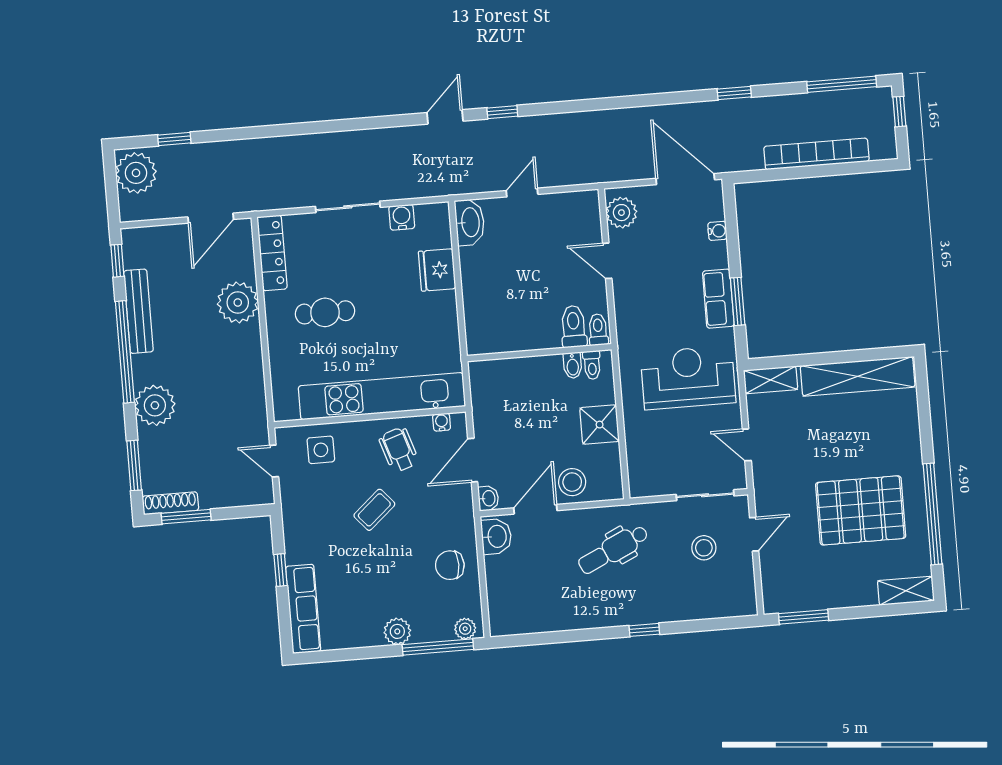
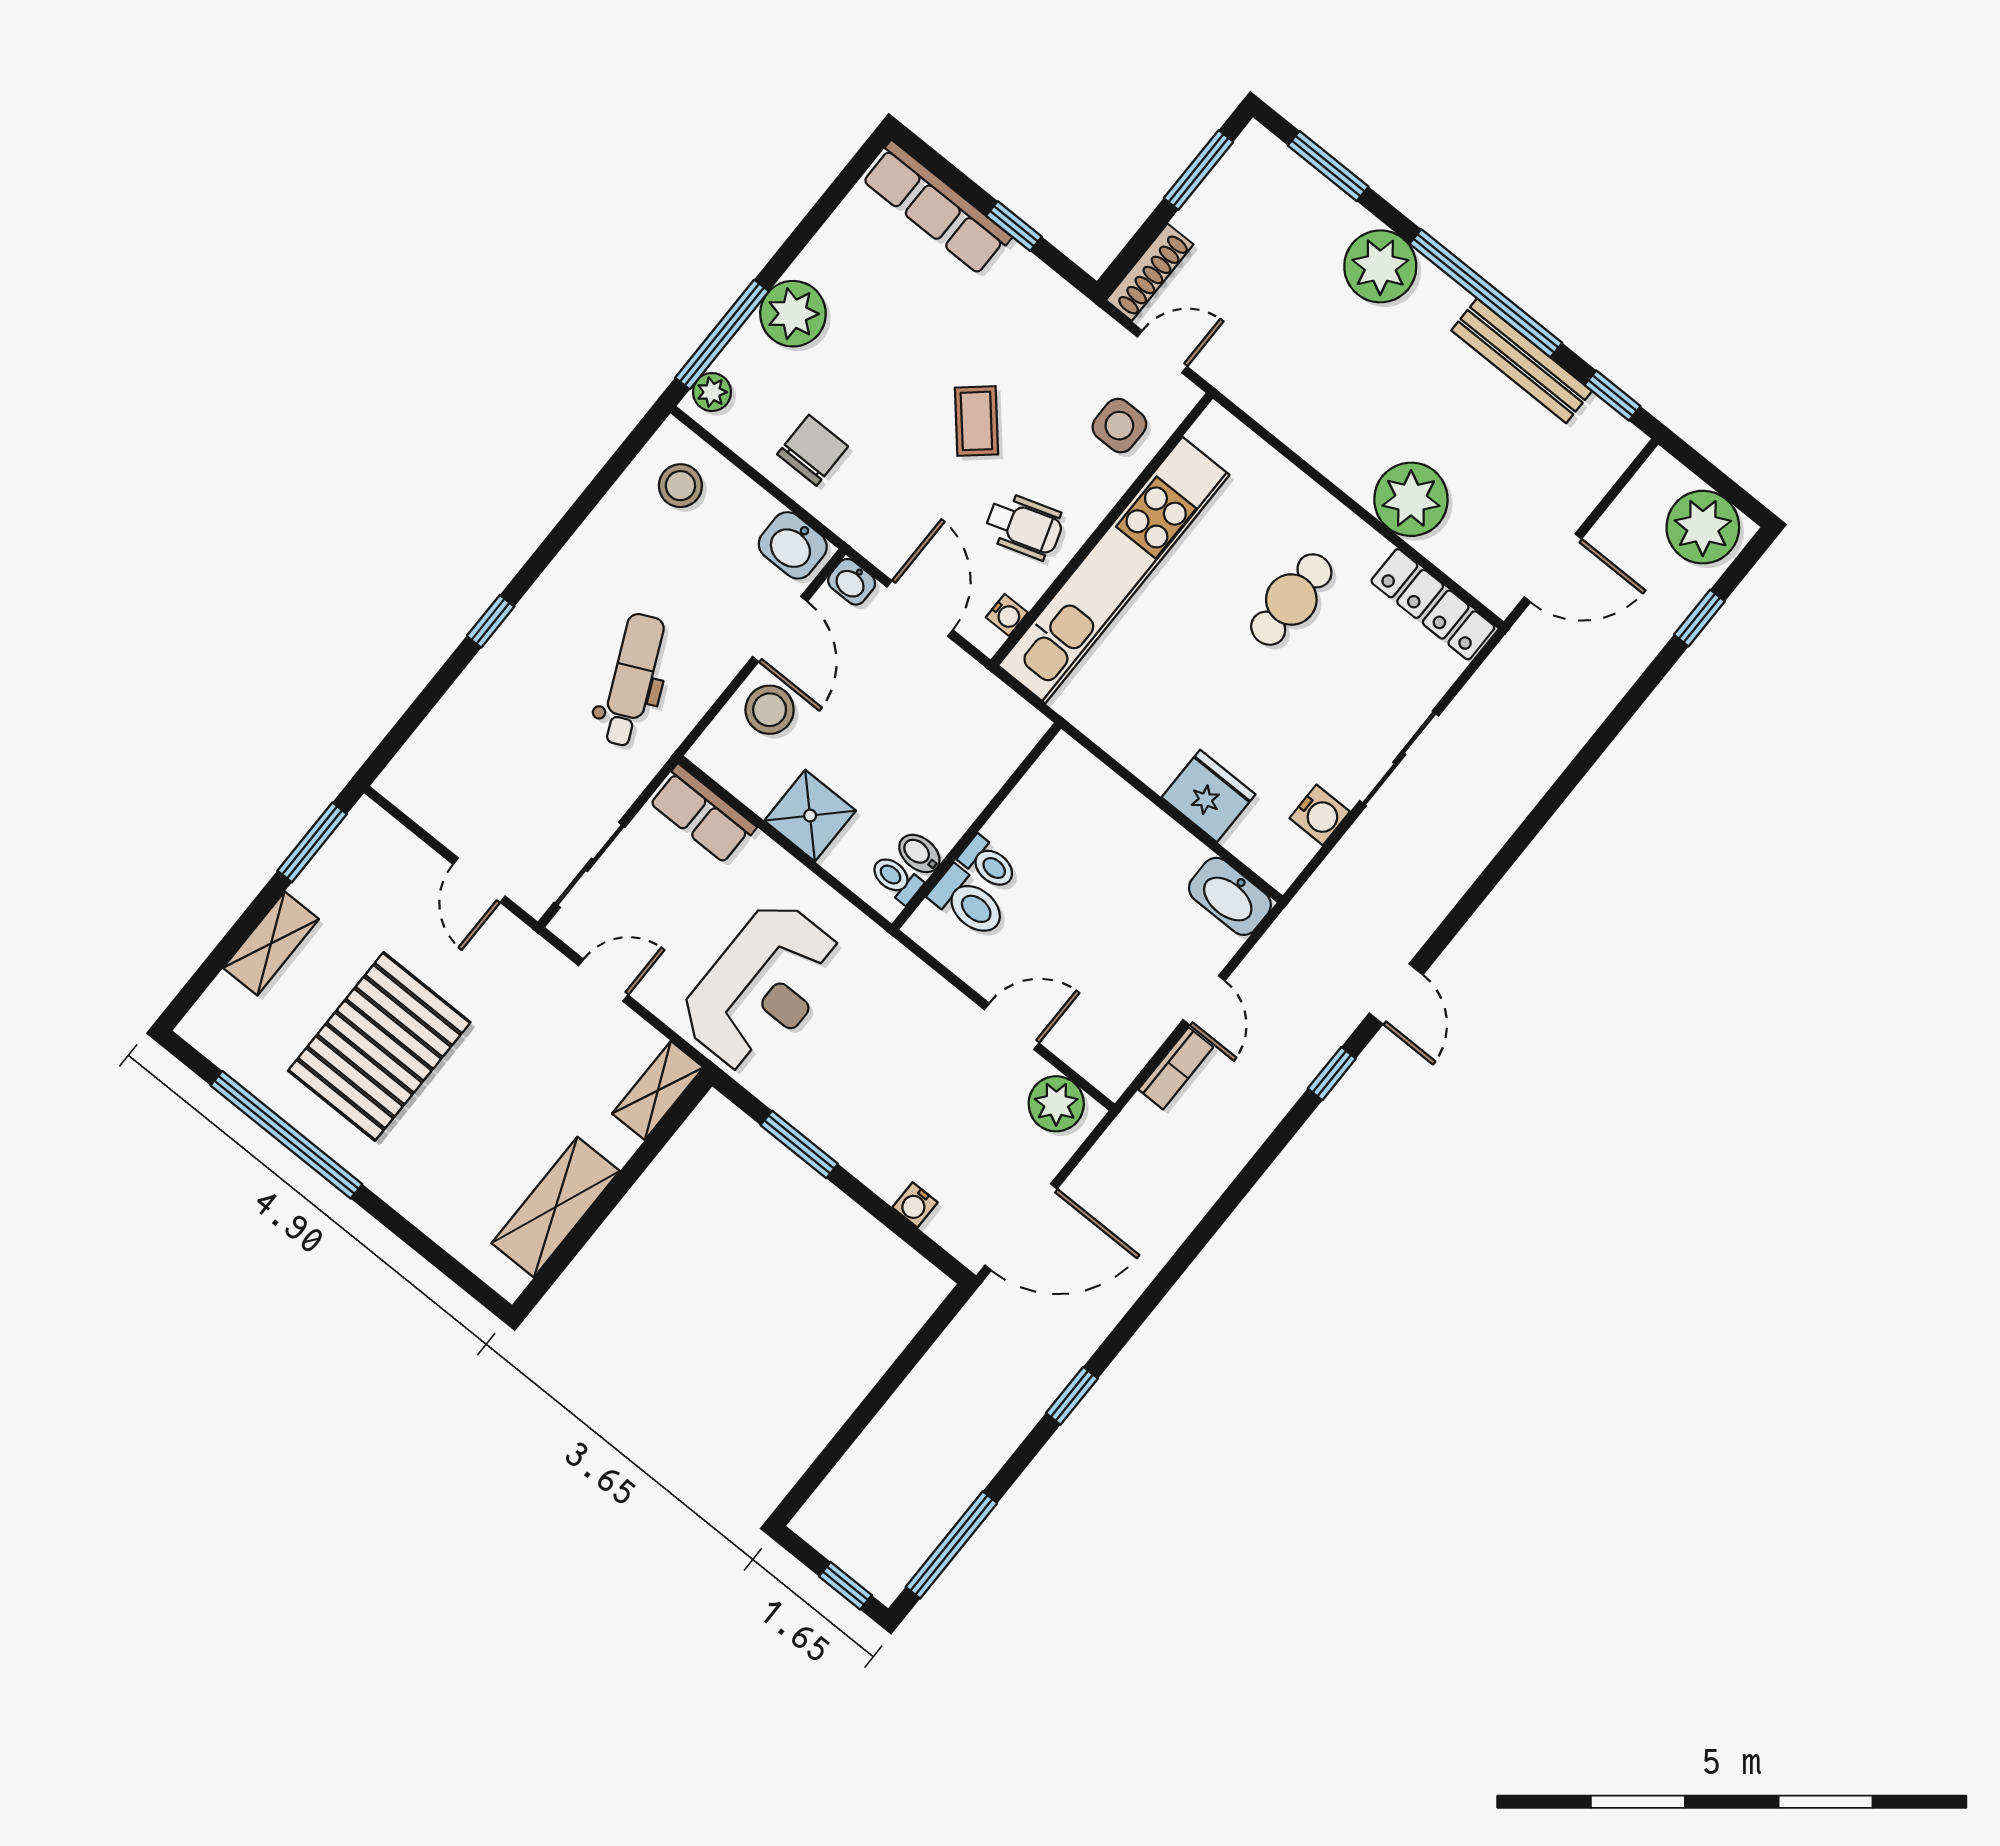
bookcase: (816, 154) -> (1176, 1068), moved, width x0.43, depth x0.76
door: (211, 218) -> (1553, 568), swing flipped
row of seats: (718, 299) -> (702, 814), moved, turned 180
toilet: (598, 330) -> (988, 863), moved
shelving: (858, 376) -> (556, 1207), width x0.68
shoe rack: (170, 503) -> (1150, 272), moved
stool: (704, 548) -> (680, 486), moved
shelving: (906, 591) -> (271, 944), moved
plant: (397, 631) -> (793, 314), width x1.36, depth x1.36

